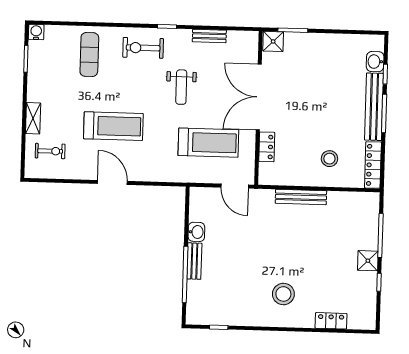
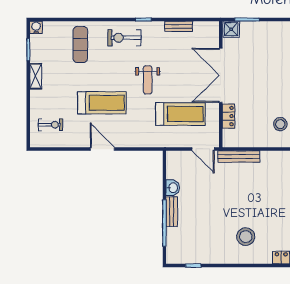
weight bench: (181, 87) -> (148, 80), moved
shelving: (33, 118) -> (36, 76), moved
bench: (301, 197) -> (239, 156), moved

